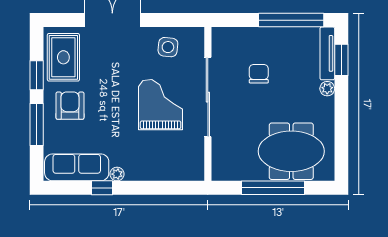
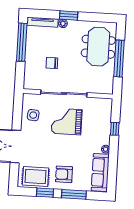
window: (341, 60) -> (69, 16), moved
window: (102, 188) -> (115, 129), moved

